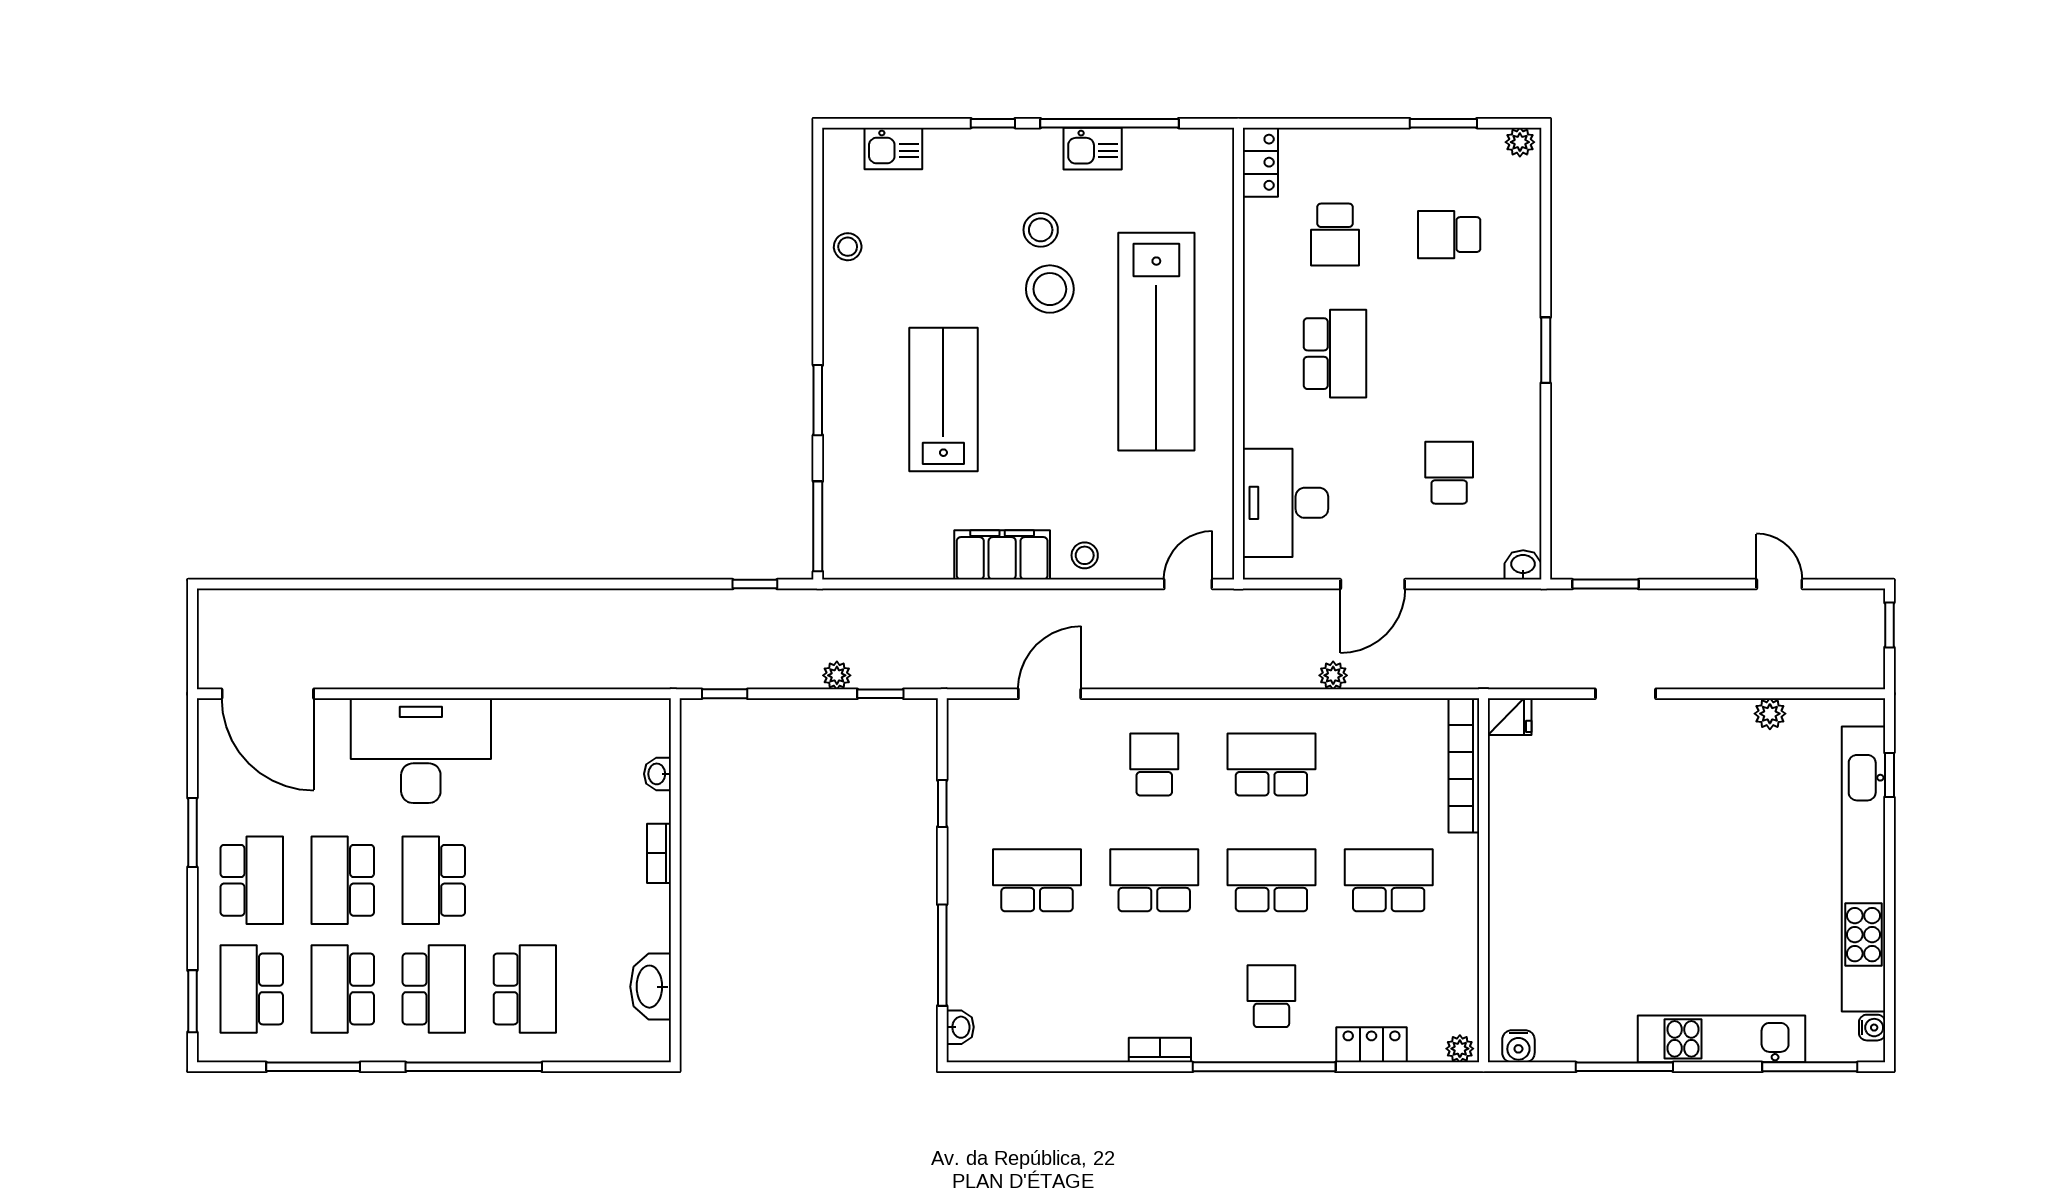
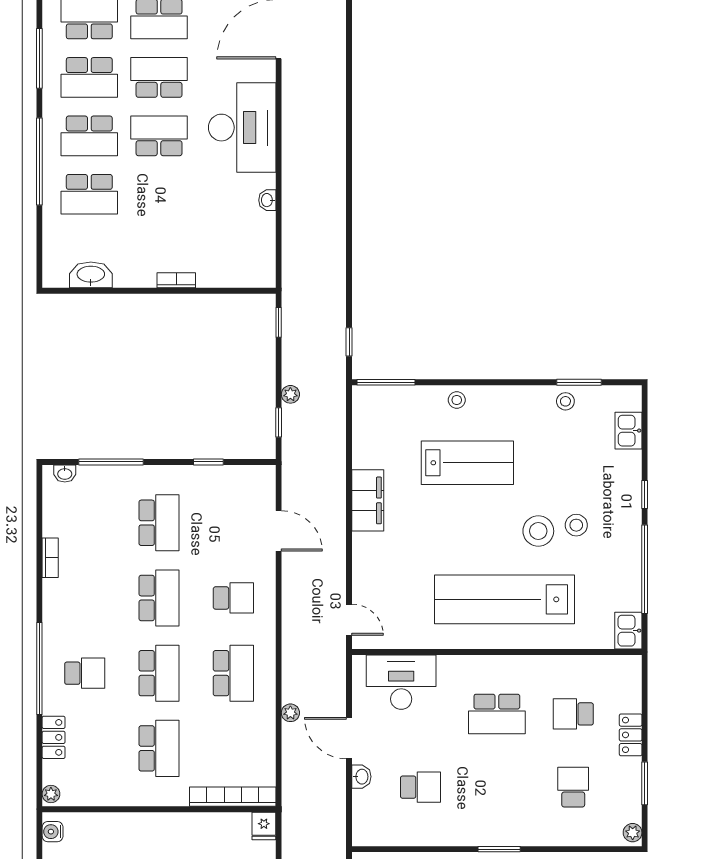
kitchen sink: (1093, 149) -> (628, 631), moved
locker: (1260, 162) -> (631, 735), moved, turned 90
window: (818, 400) -> (579, 382), moved
stool: (1085, 555) -> (457, 400), moved
washbasin: (1523, 565) -> (361, 777), moved
washbasin: (658, 774) -> (267, 200), moved, turned -90
school desk: (343, 989) -> (89, 77), turned 180
bookcase: (1160, 1050) -> (50, 558), moved

